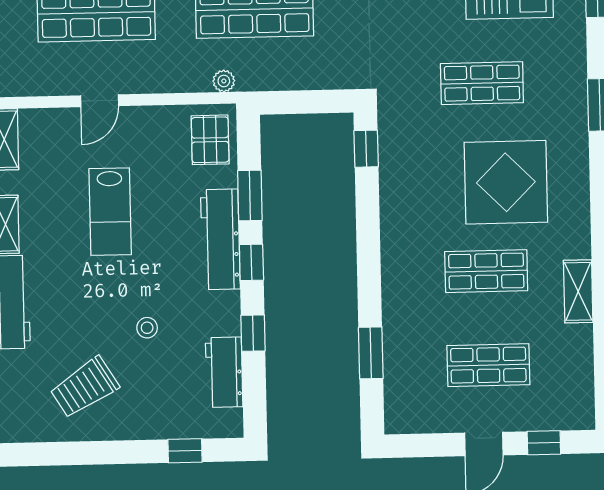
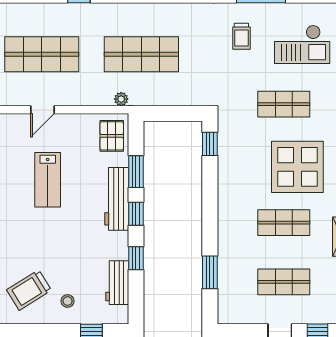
stool: (147, 328) -> (68, 301), moved

